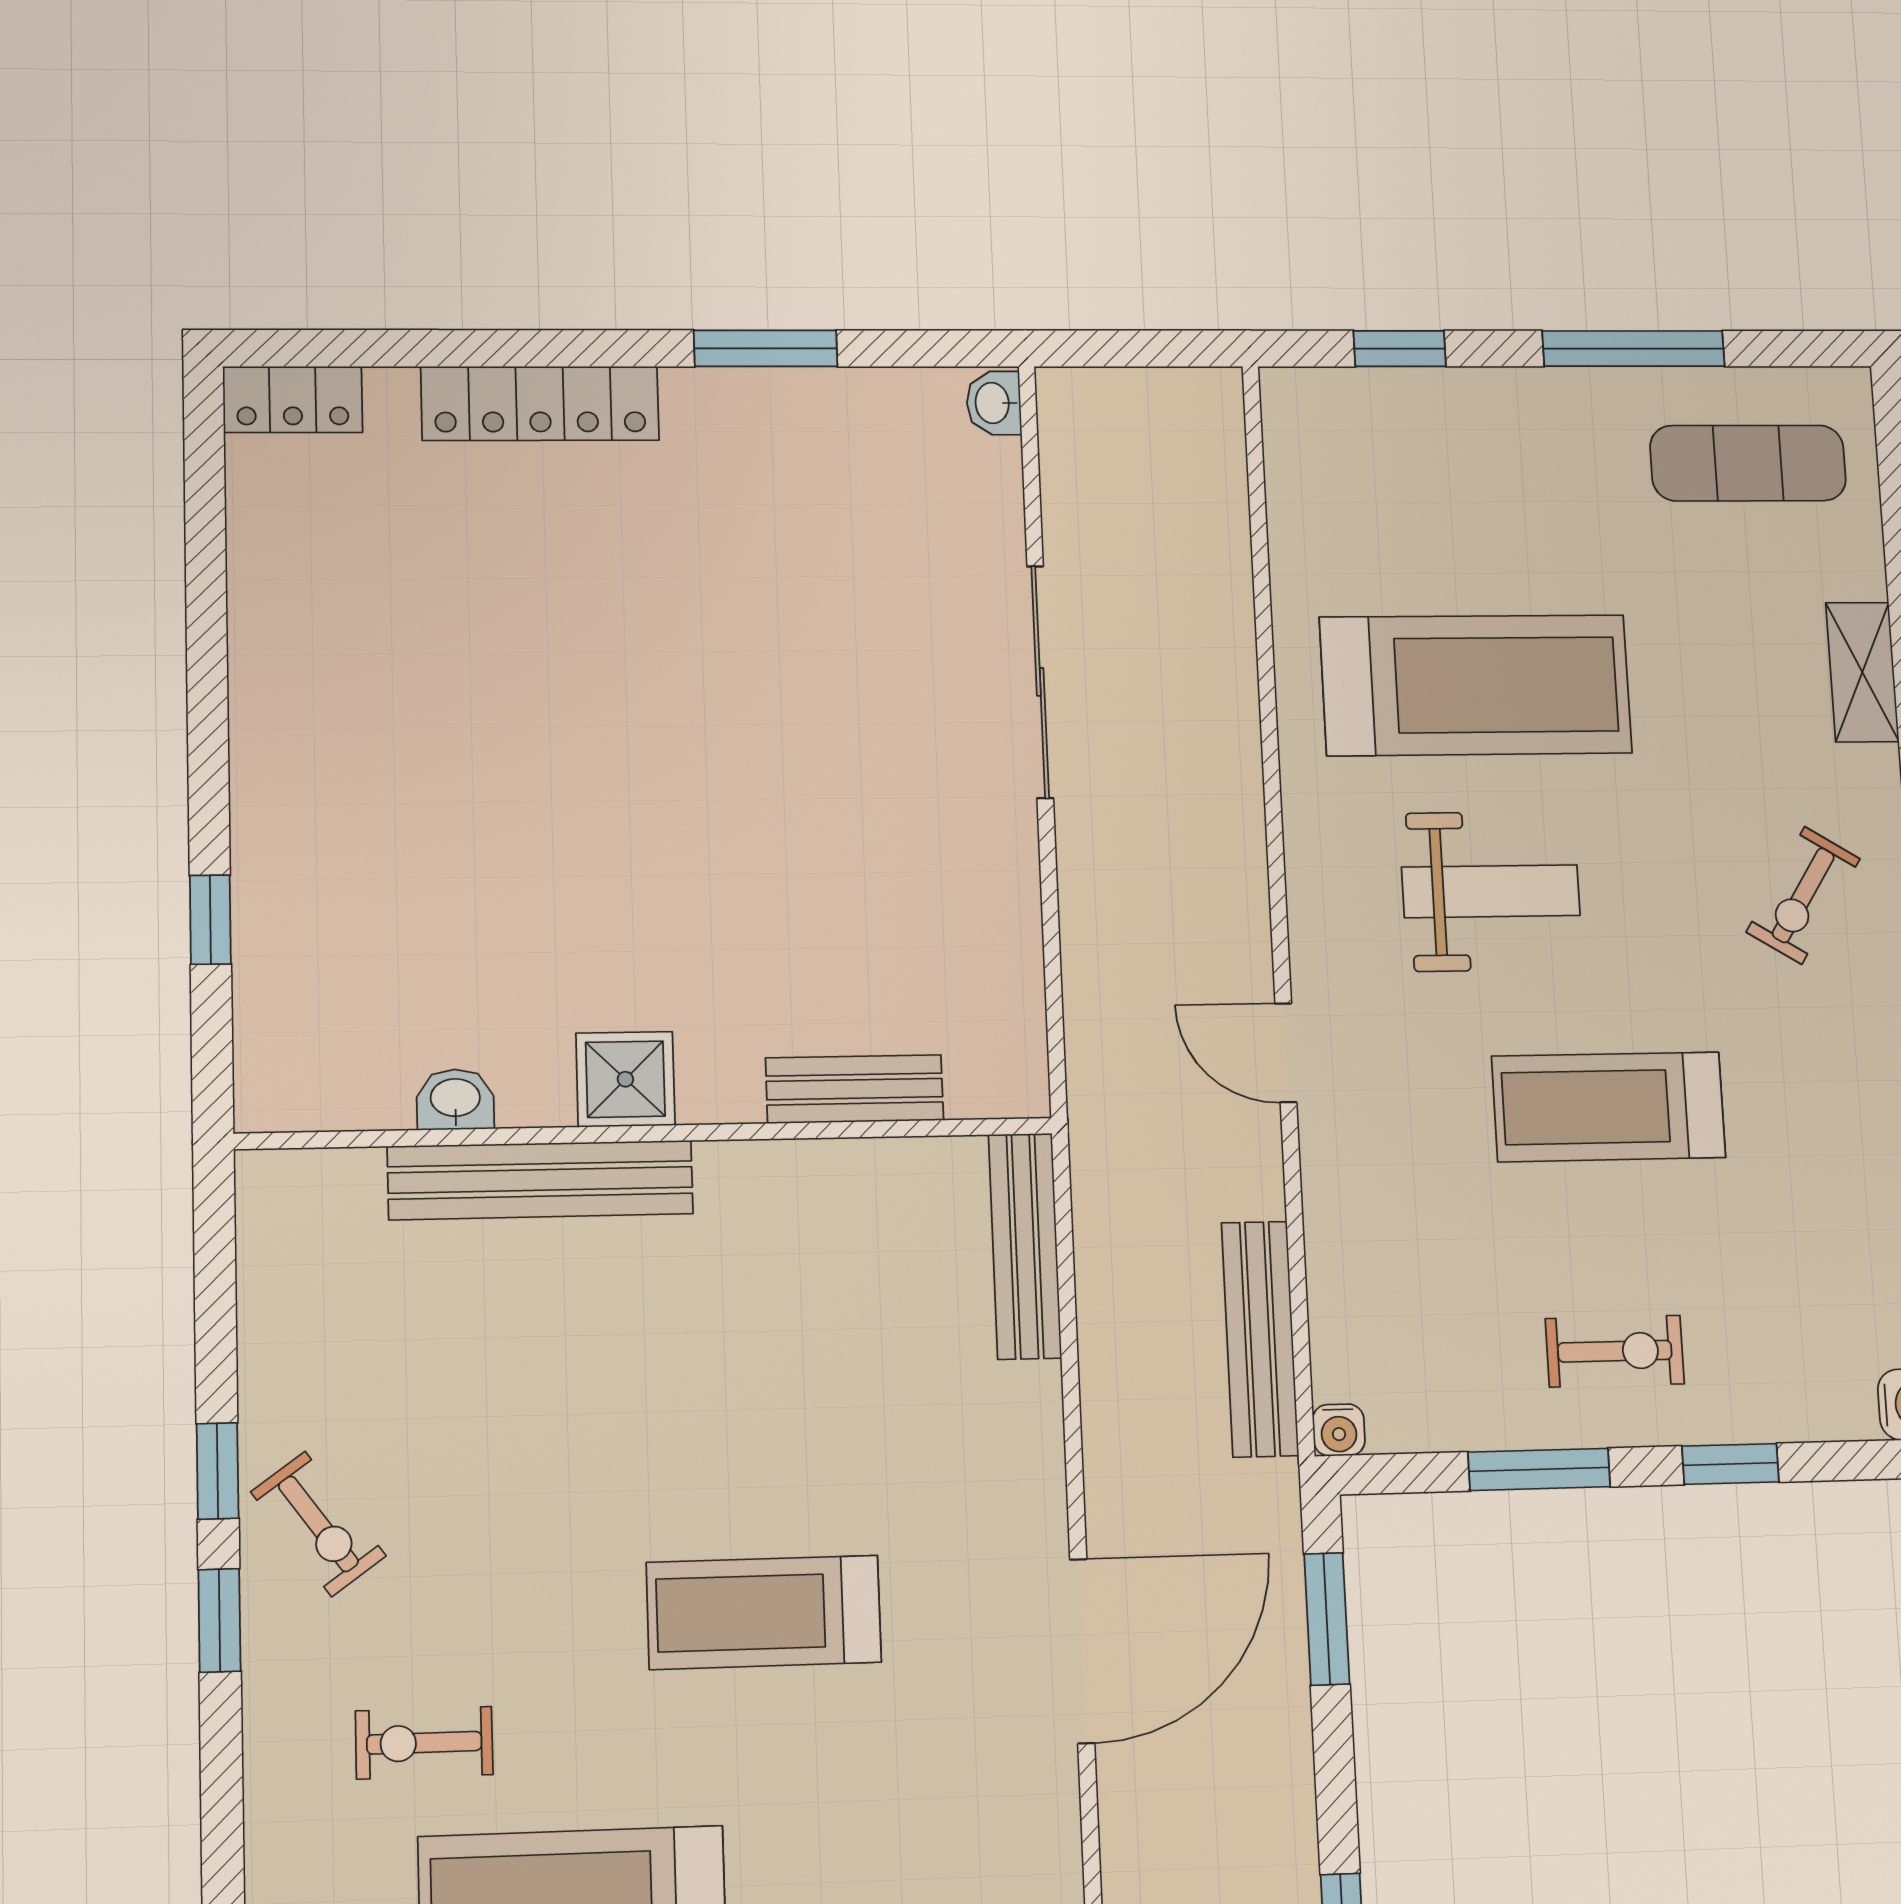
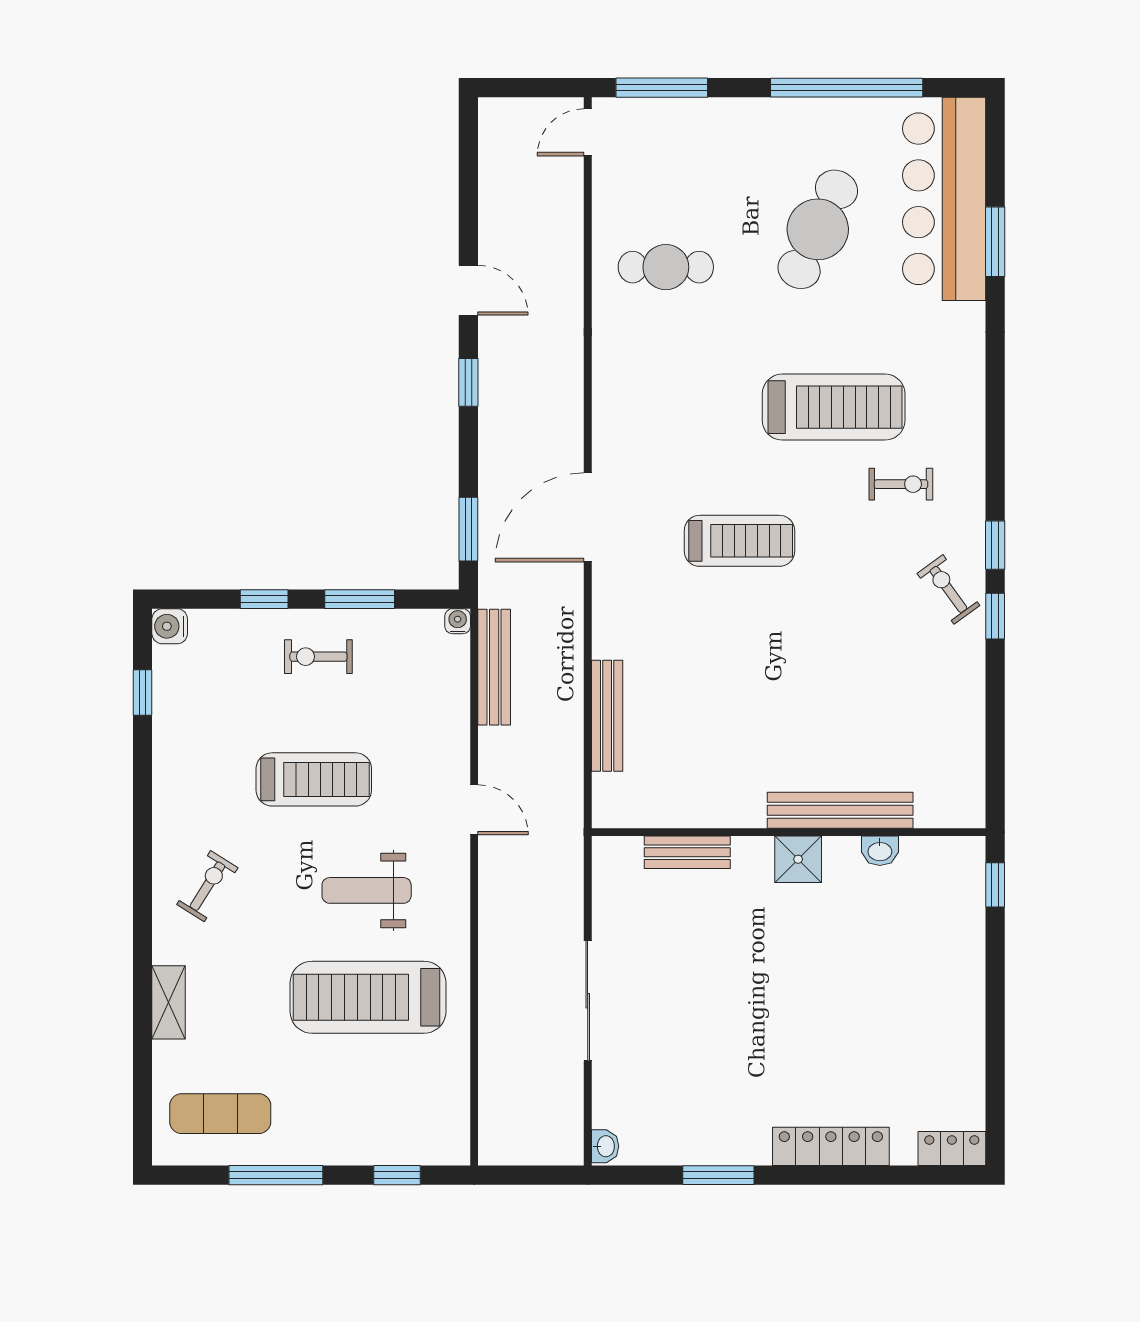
shower: (625, 1079) -> (798, 859), moved
bench: (855, 1089) -> (687, 852), moved
washbasin: (455, 1099) -> (880, 851), moved
wall: (647, 1134) -> (789, 832), moved
bench: (540, 1180) -> (840, 810), moved

